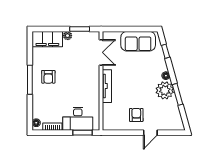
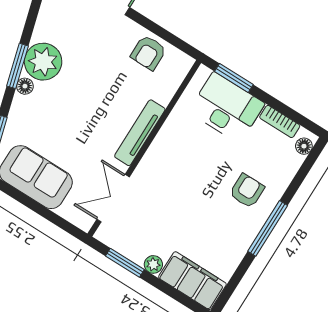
armchair: (48, 77) -> (247, 191), moved
window: (178, 94) -> (17, 66), moved
armchair: (136, 115) -> (148, 53), moved

